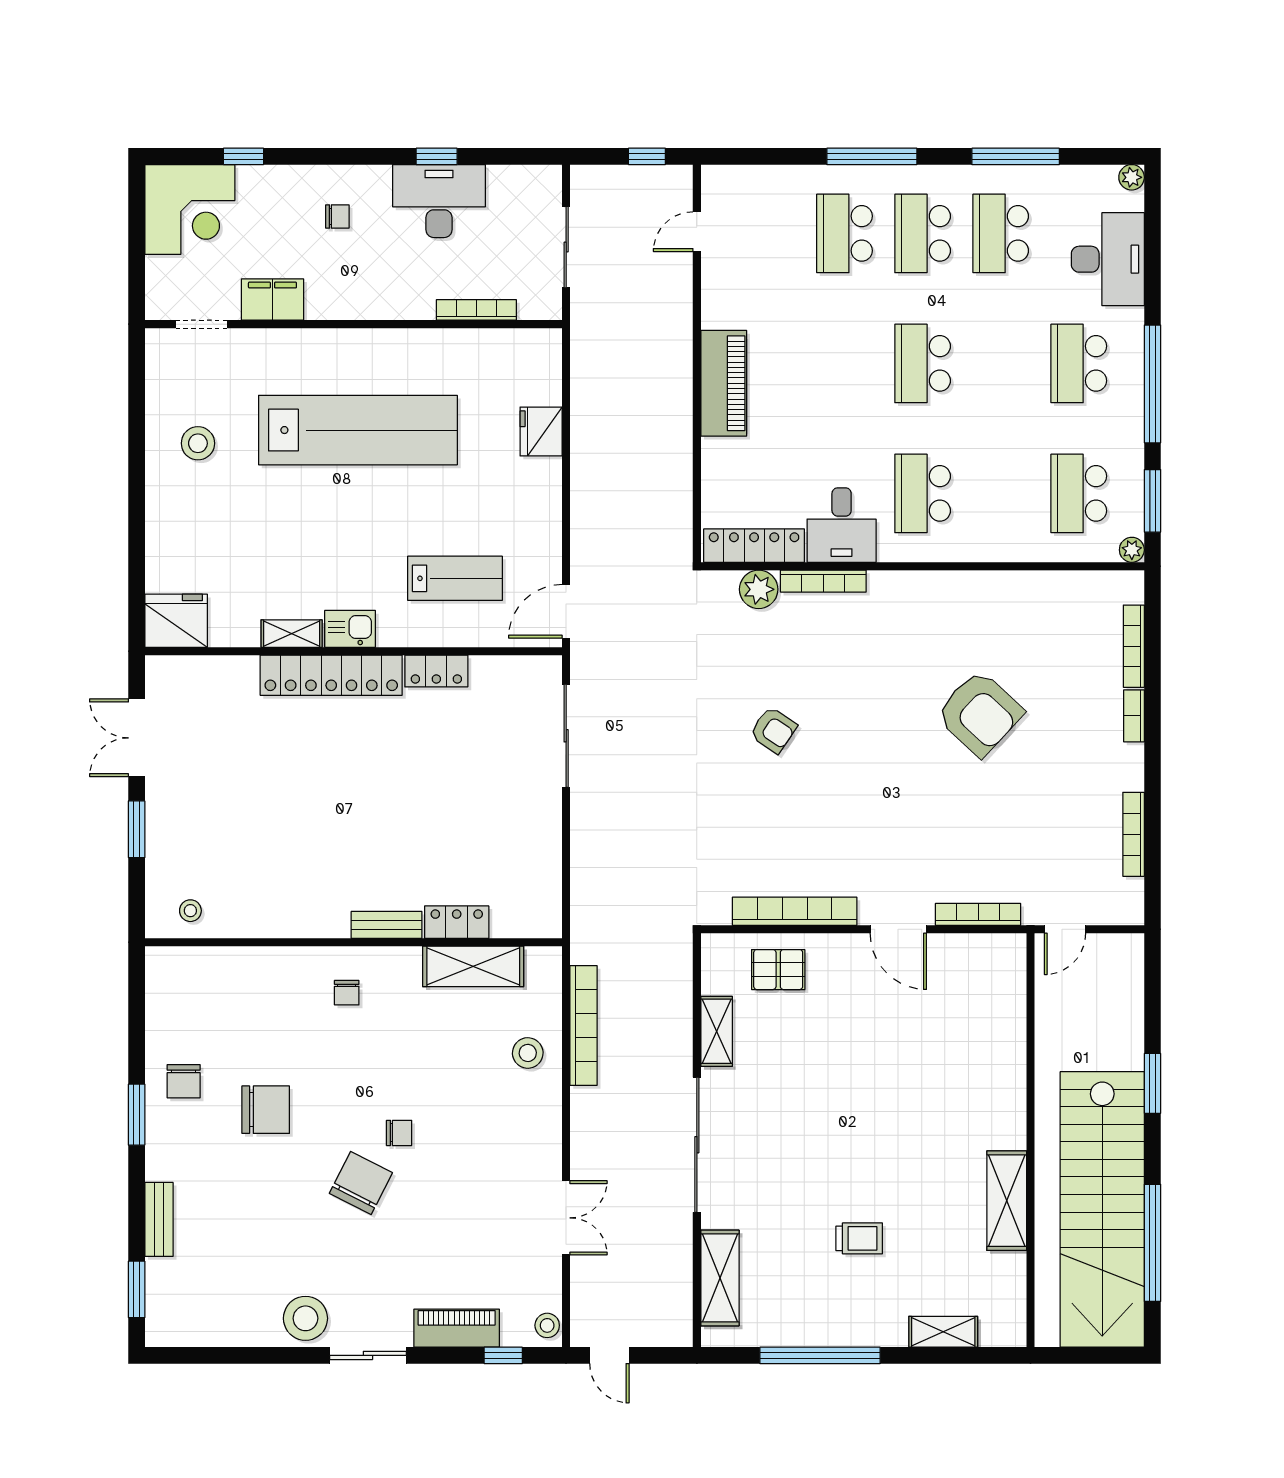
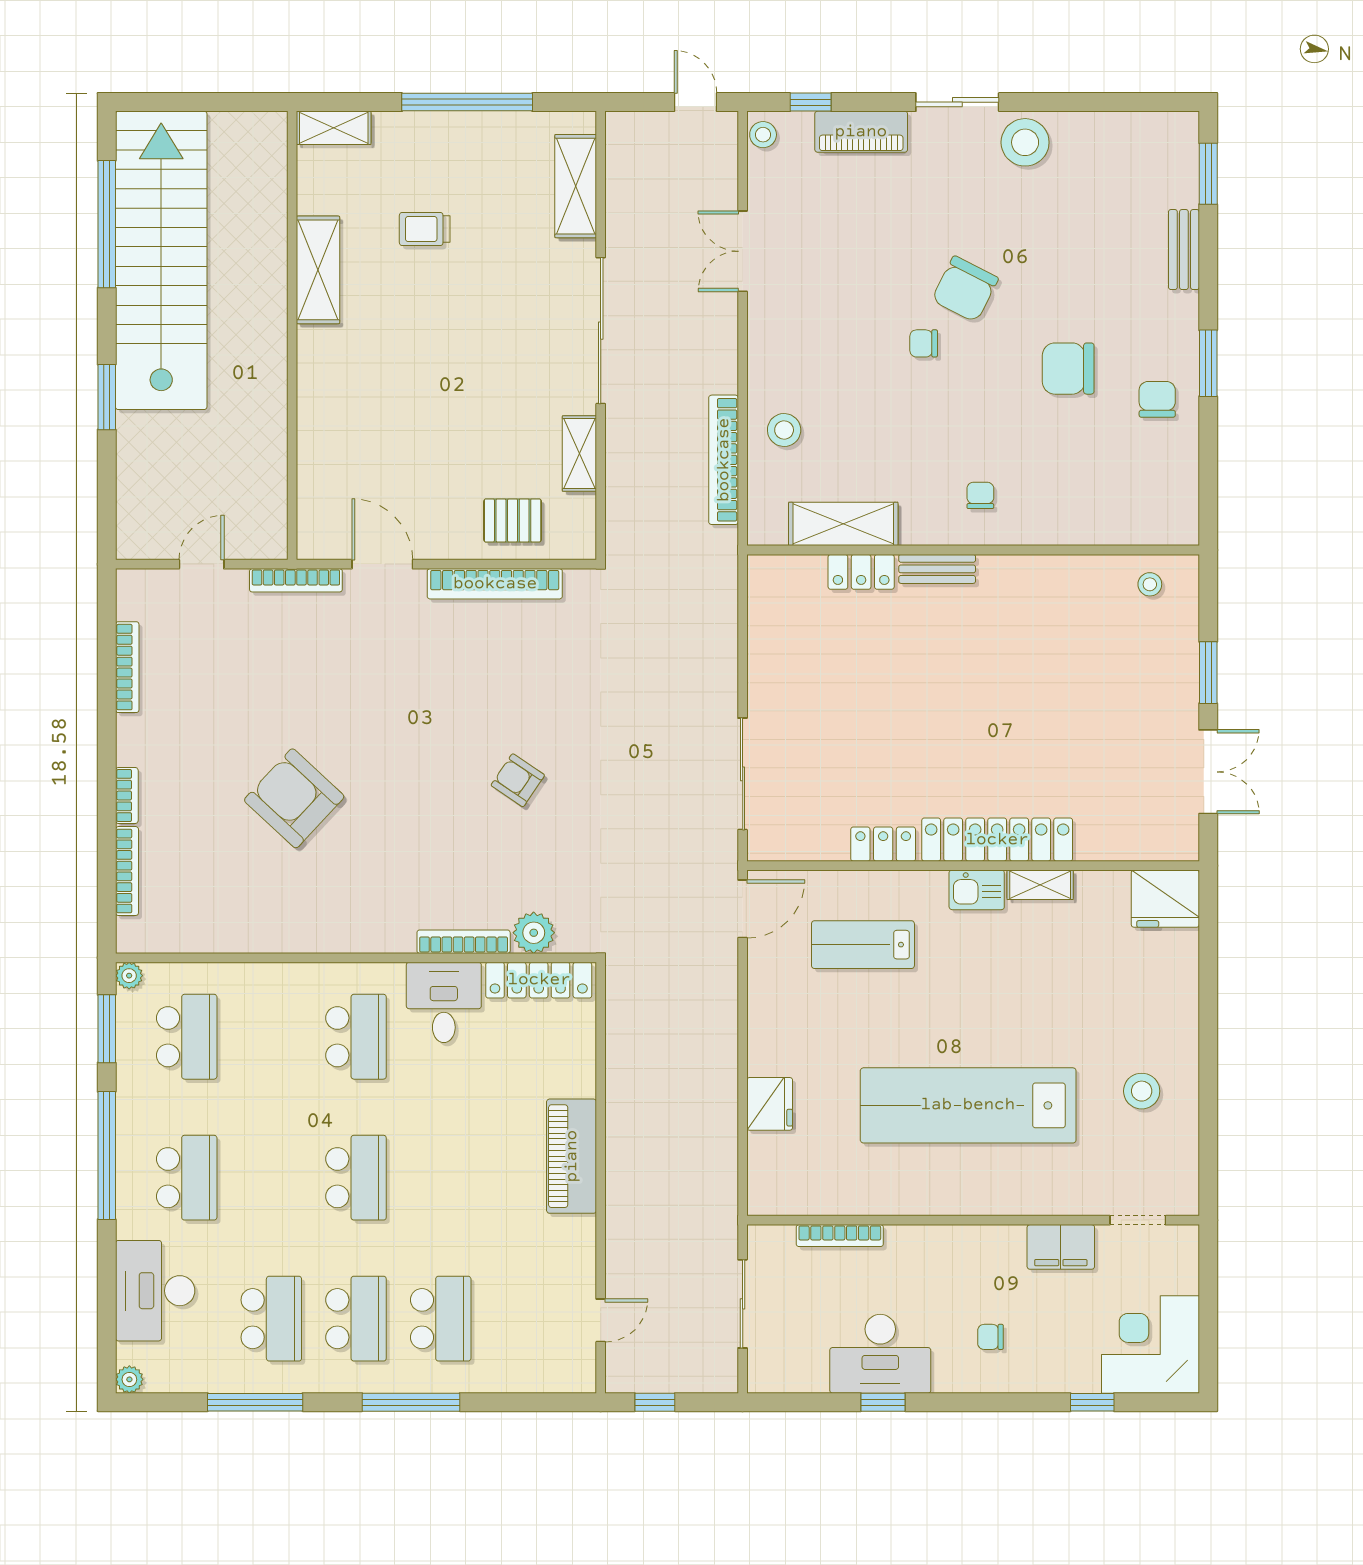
wall: (1031, 1140) -> (292, 335), moved
shelving: (1007, 1201) -> (318, 270), moved

